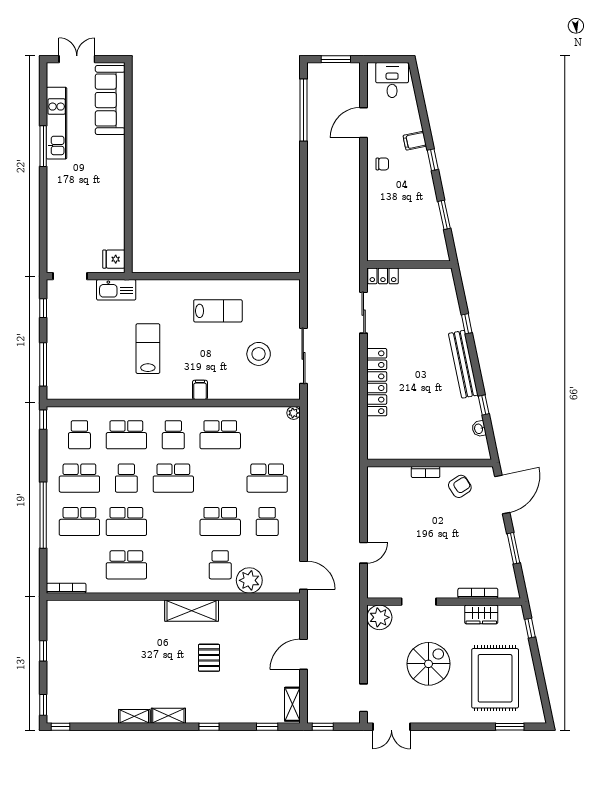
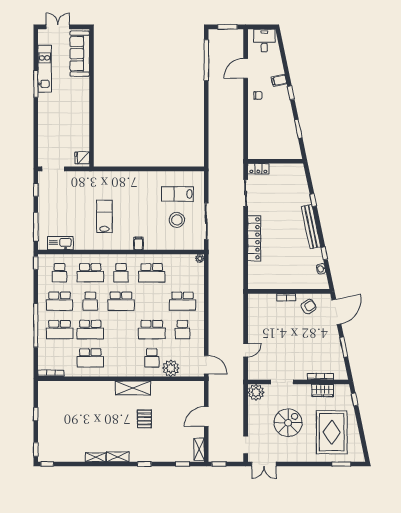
kitchen sink: (116, 290) -> (60, 243), moved, turned 180
lab bench: (218, 311) -> (177, 194), moved, turned 180

